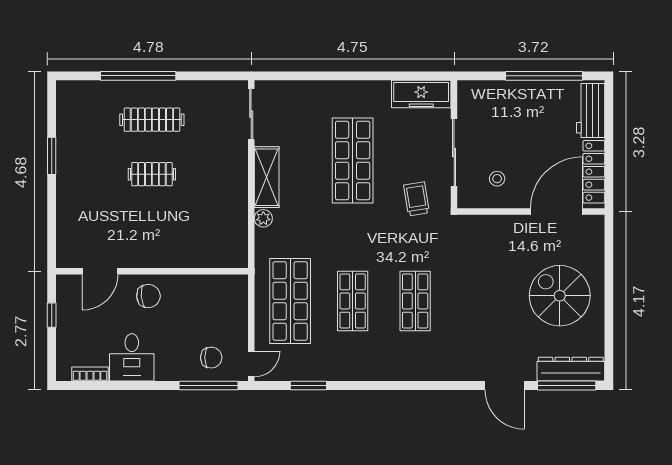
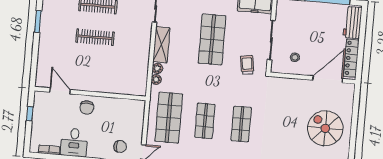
clothes rail: (152, 174) -> (95, 37), width x1.36
plant: (263, 237) -> (156, 79), added
door: (100, 271) -> (60, 91), swing flipped
chair: (148, 296) -> (87, 108), turned 95

